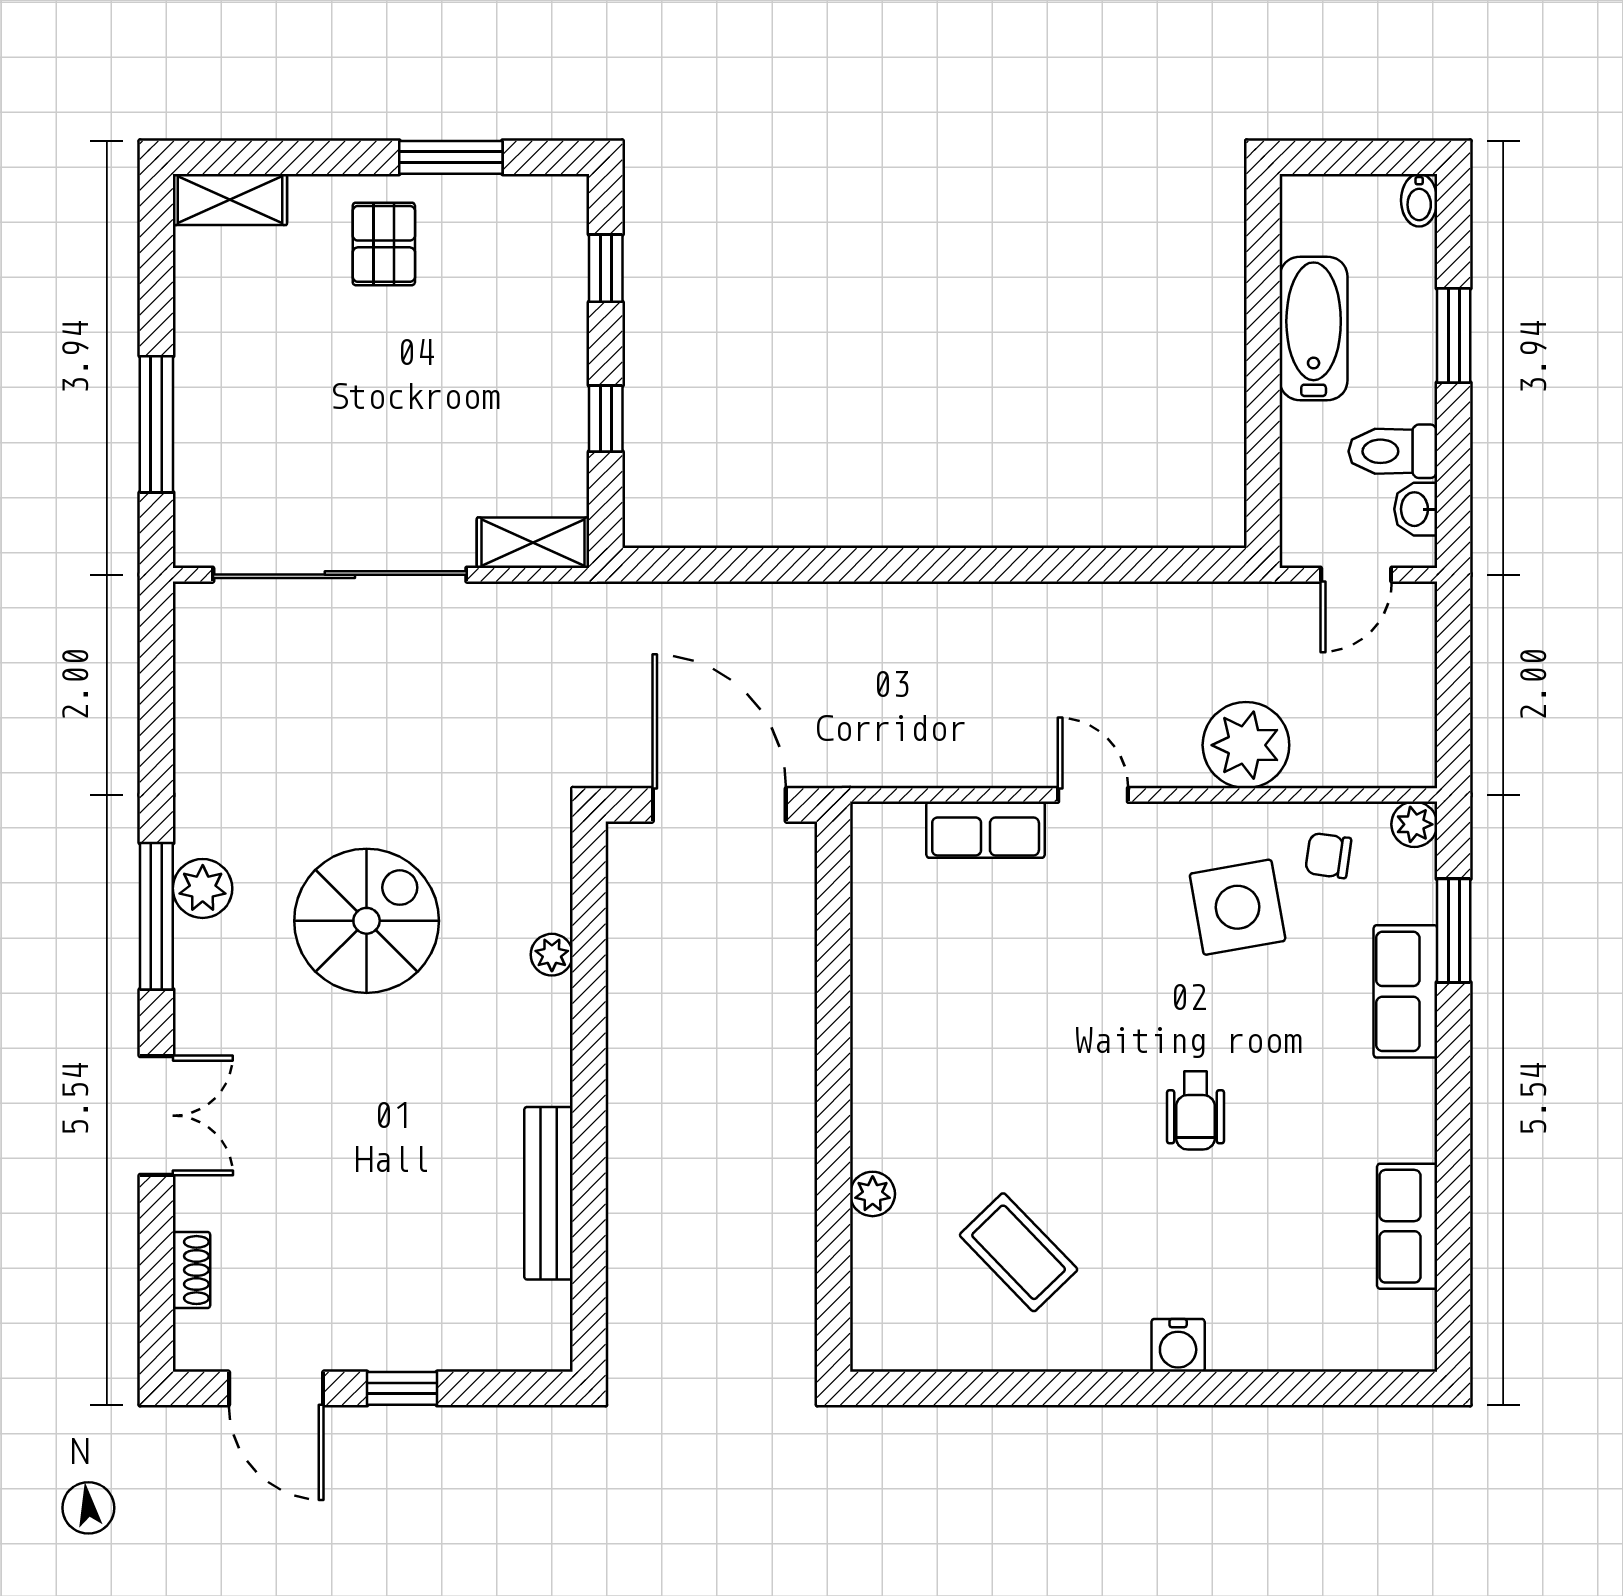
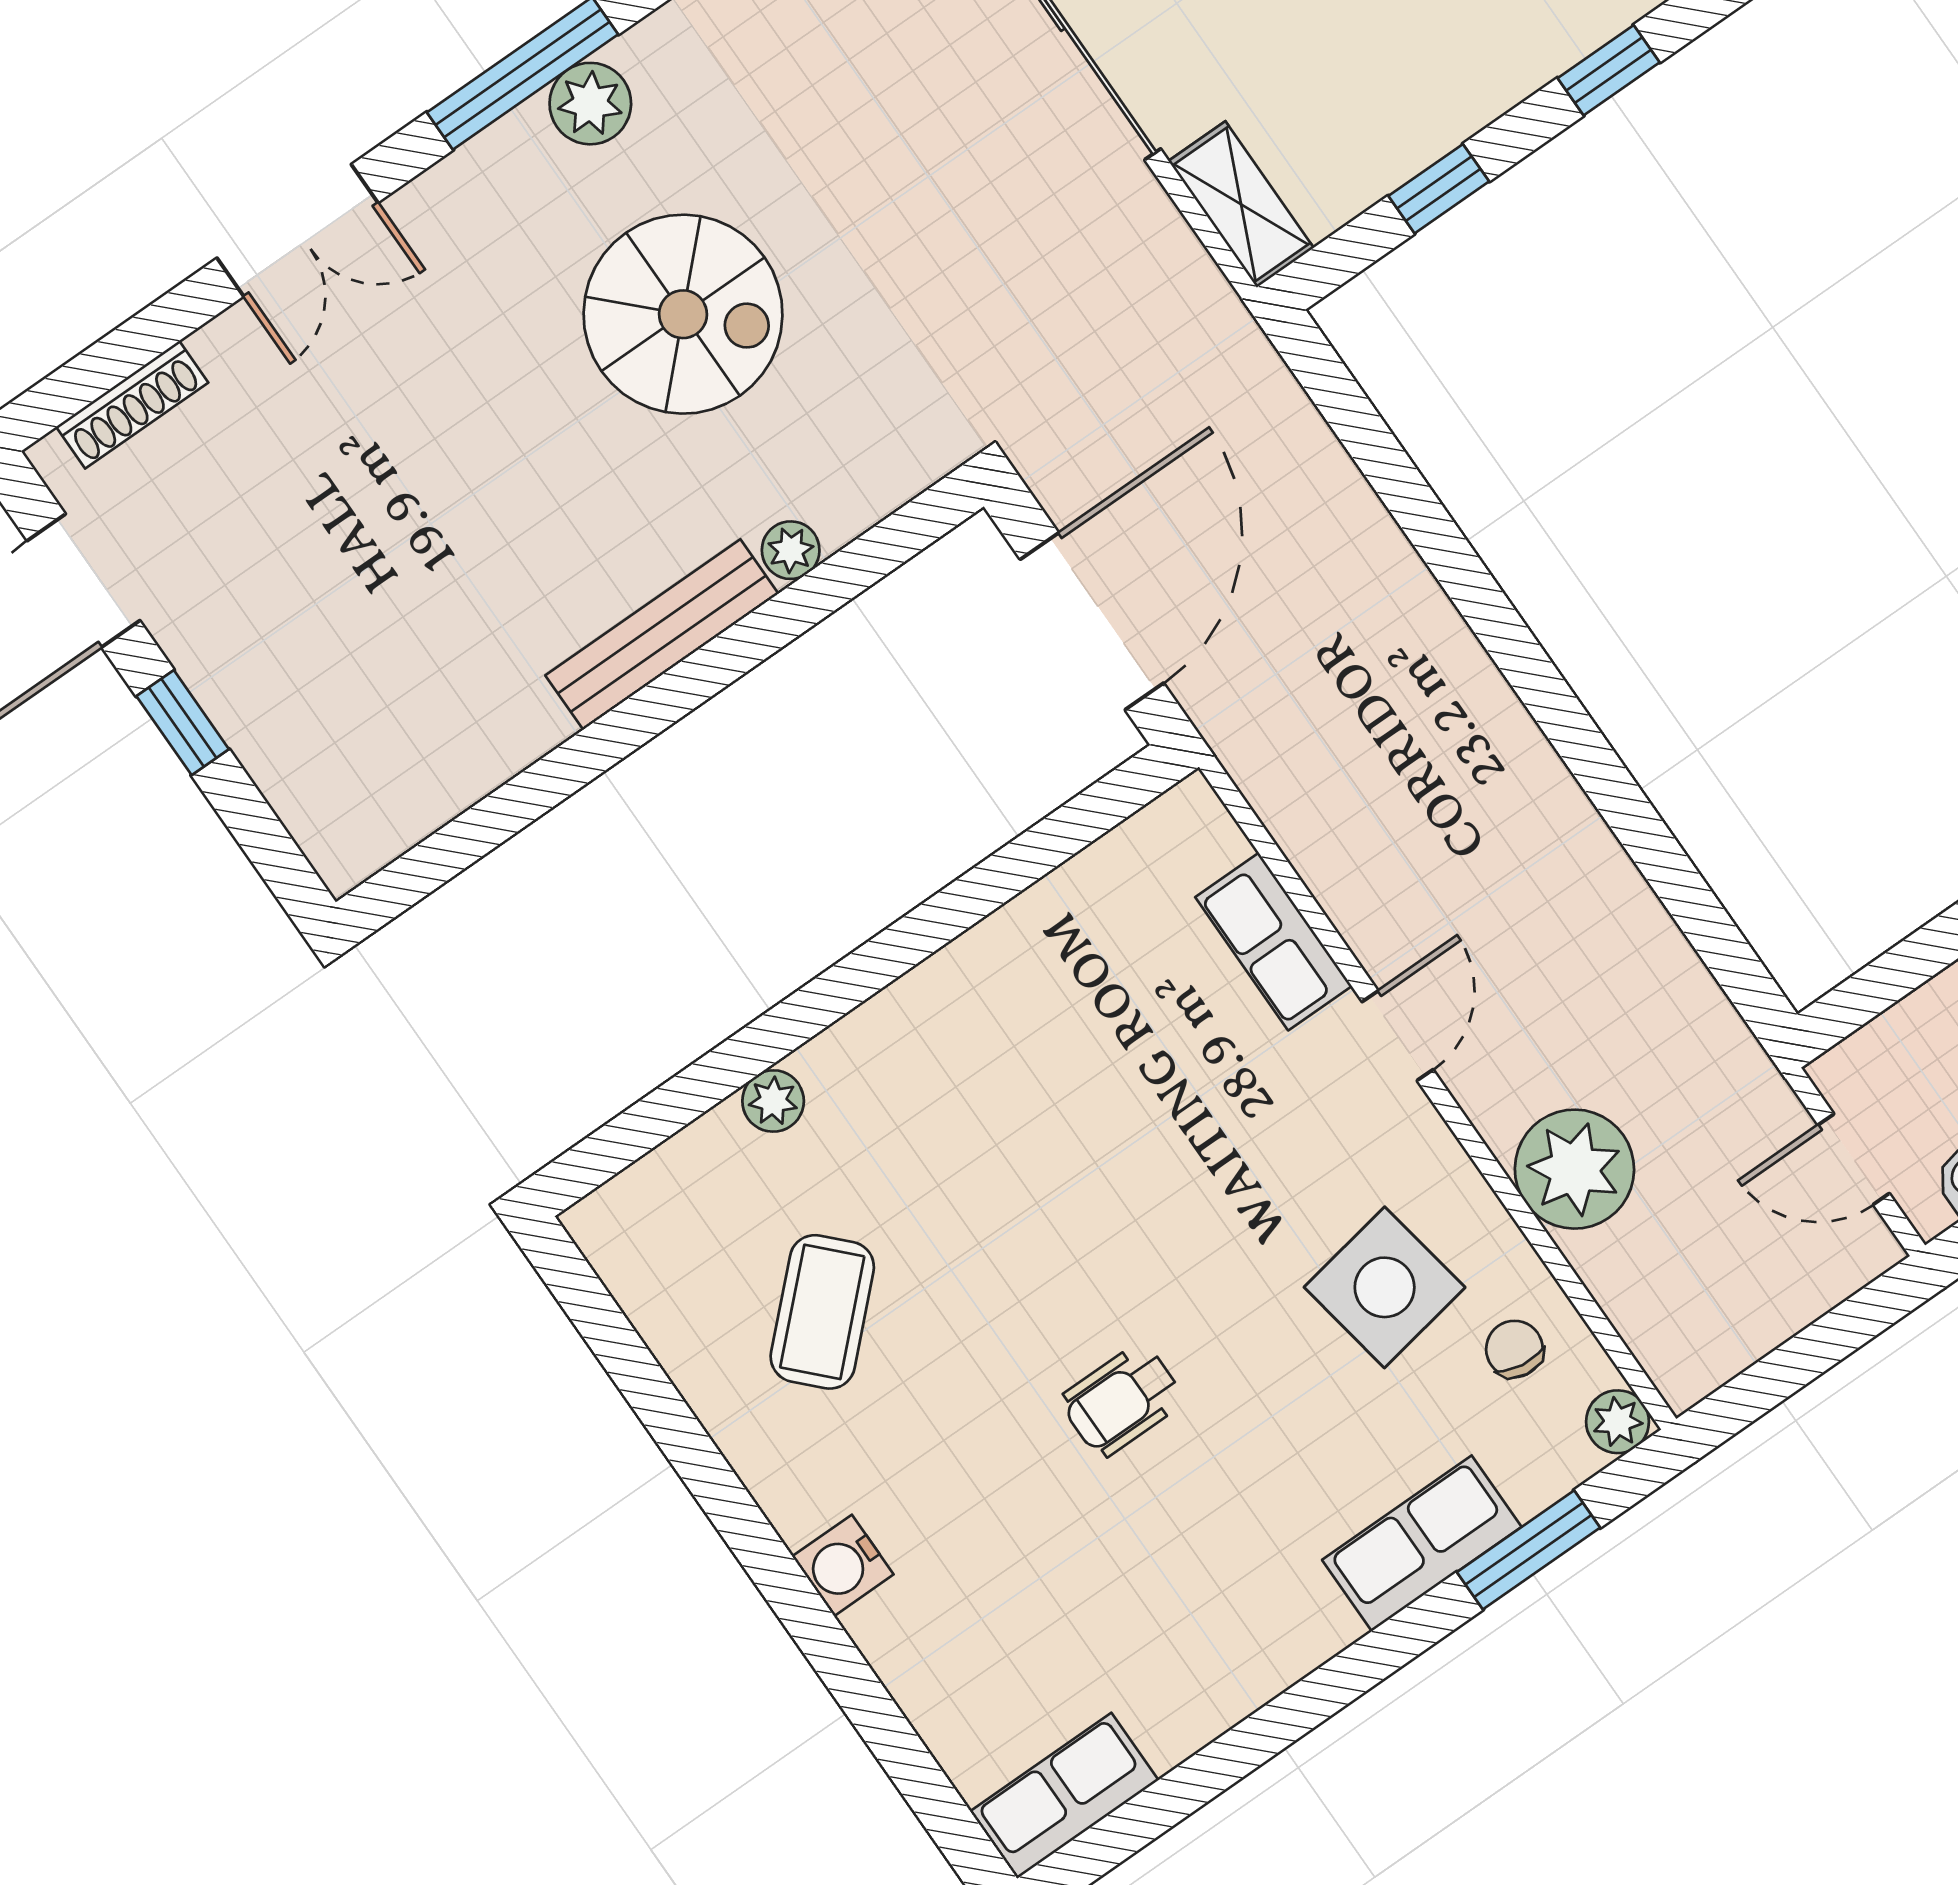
bench: (549, 1193) -> (662, 635), moved
row of seats: (1407, 1226) -> (1064, 1796), moved
shoe rack: (192, 1270) -> (132, 405), width x1.43

